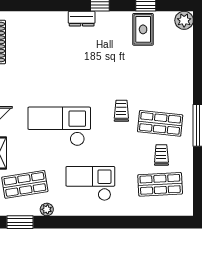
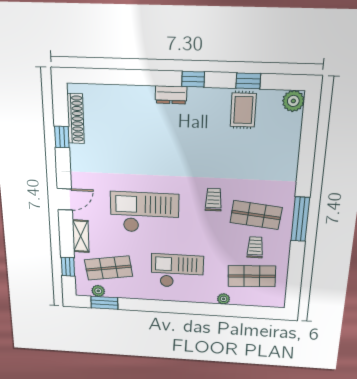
plant: (47, 209) -> (98, 291), moved
plant: (135, 210) -> (224, 299), added

